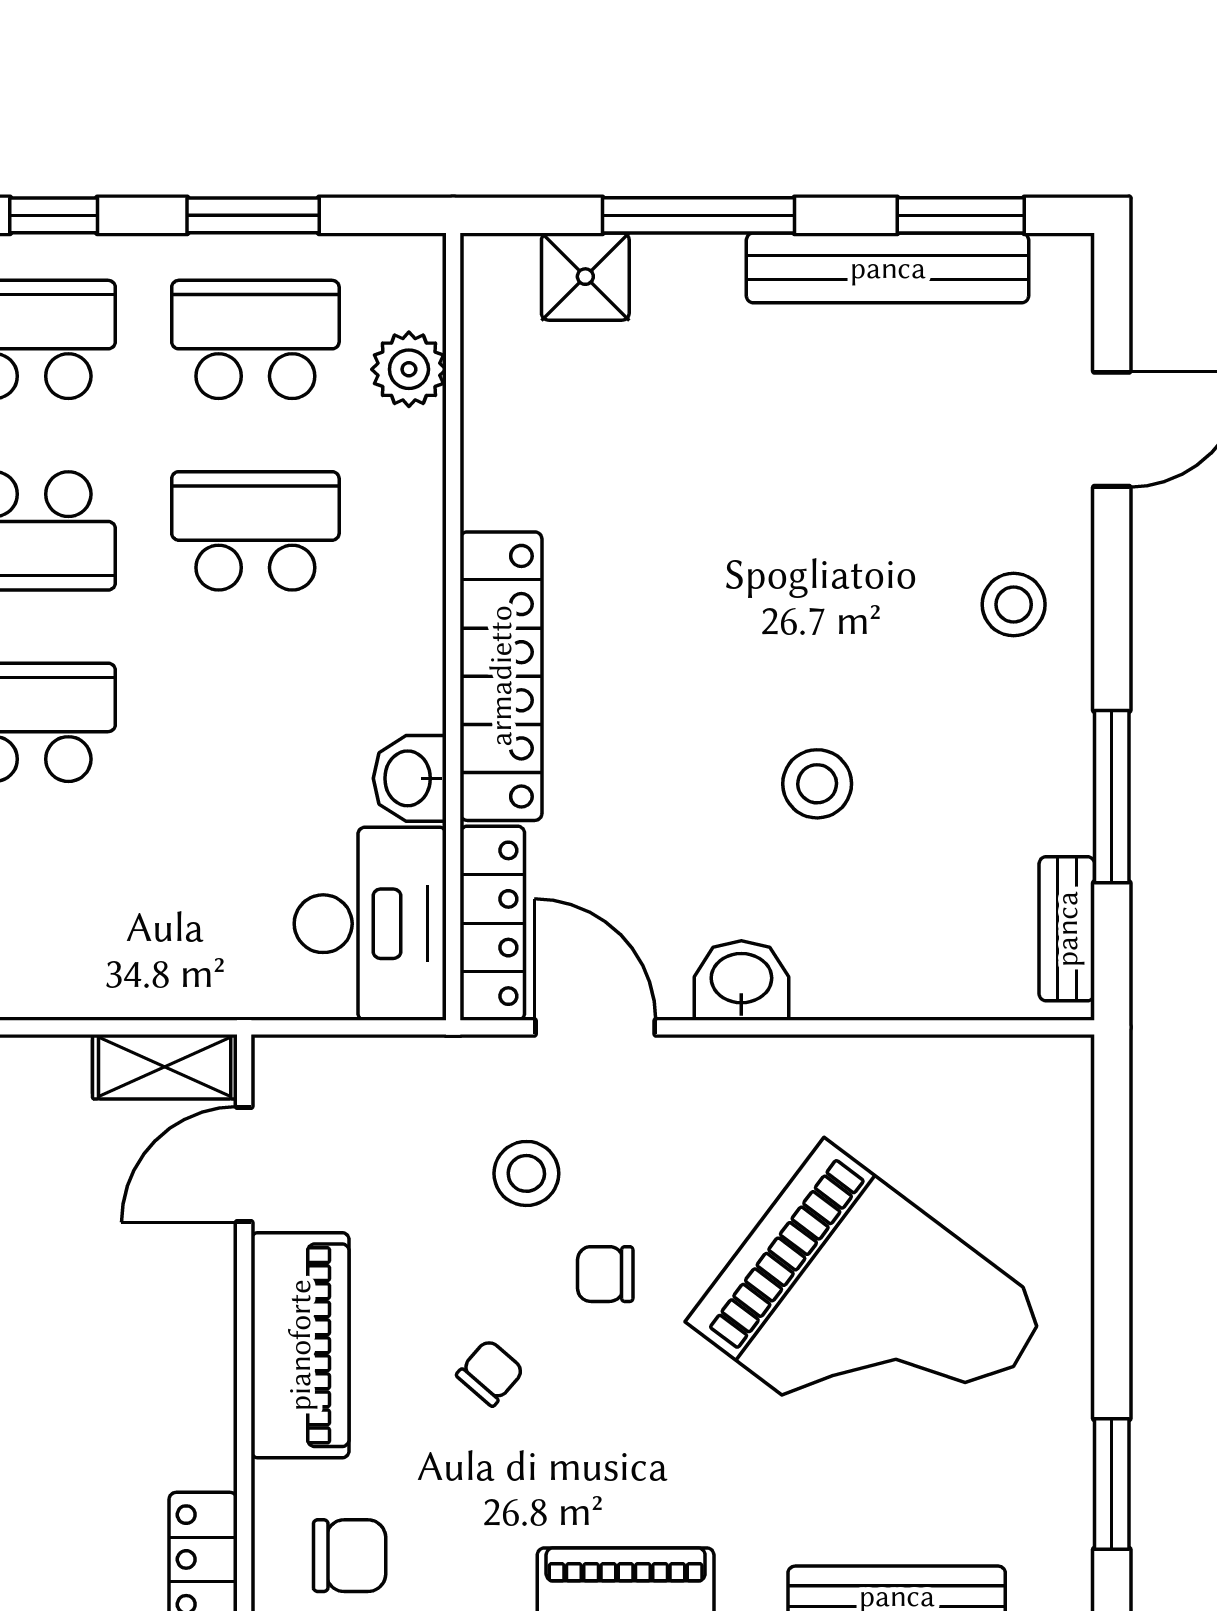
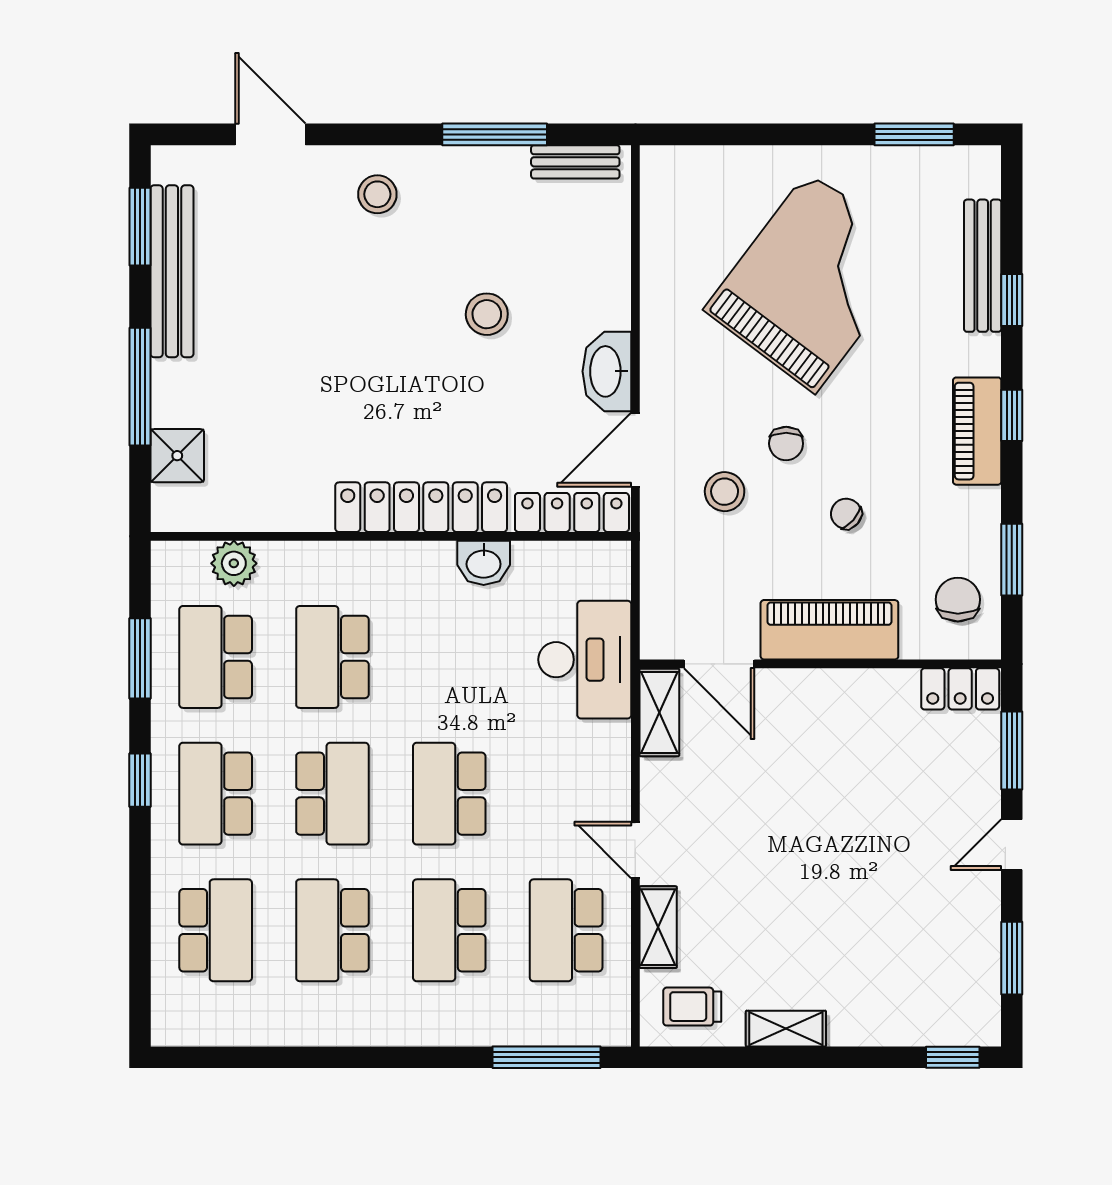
desk: (370, 924) -> (585, 660), moved, turned 90
washbasin: (741, 981) -> (607, 371), width x1.38

